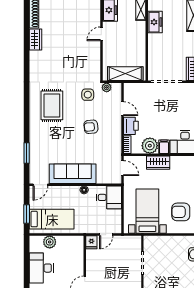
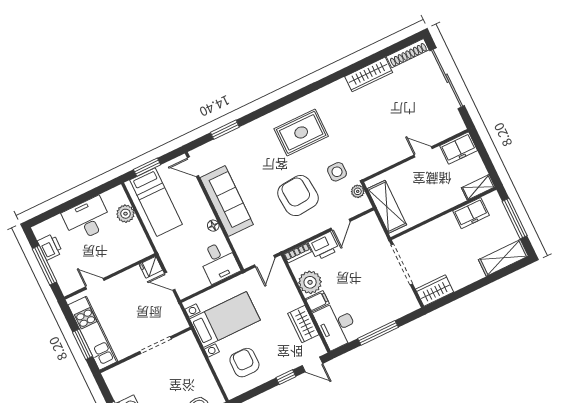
wardrobe: (36, 39) -> (369, 74), width x1.50
armchair: (91, 127) -> (298, 196), width x1.88, depth x1.88
wardrobe: (158, 163) -> (303, 324), moved

